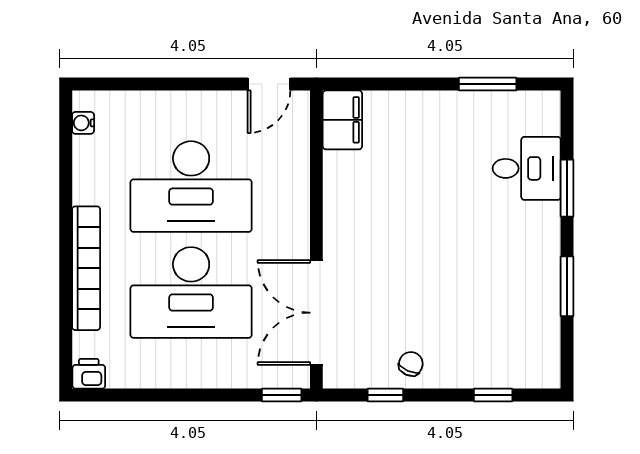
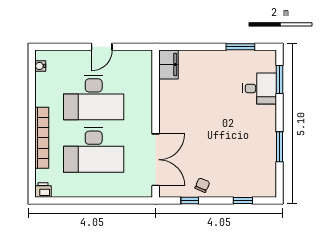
door: (269, 84) -> (102, 47), moved
window: (567, 188) -> (280, 80), moved
double door: (316, 313) -> (156, 160), swing flipped
window: (282, 395) -> (138, 201), removed

